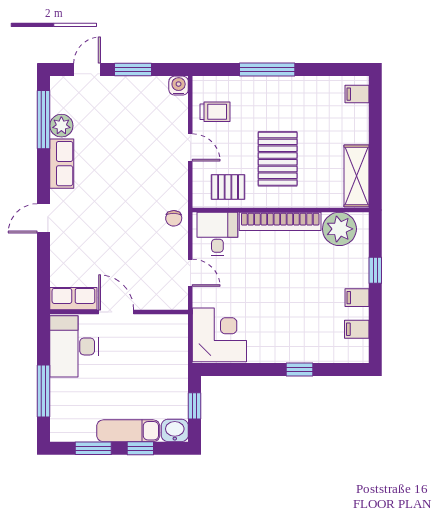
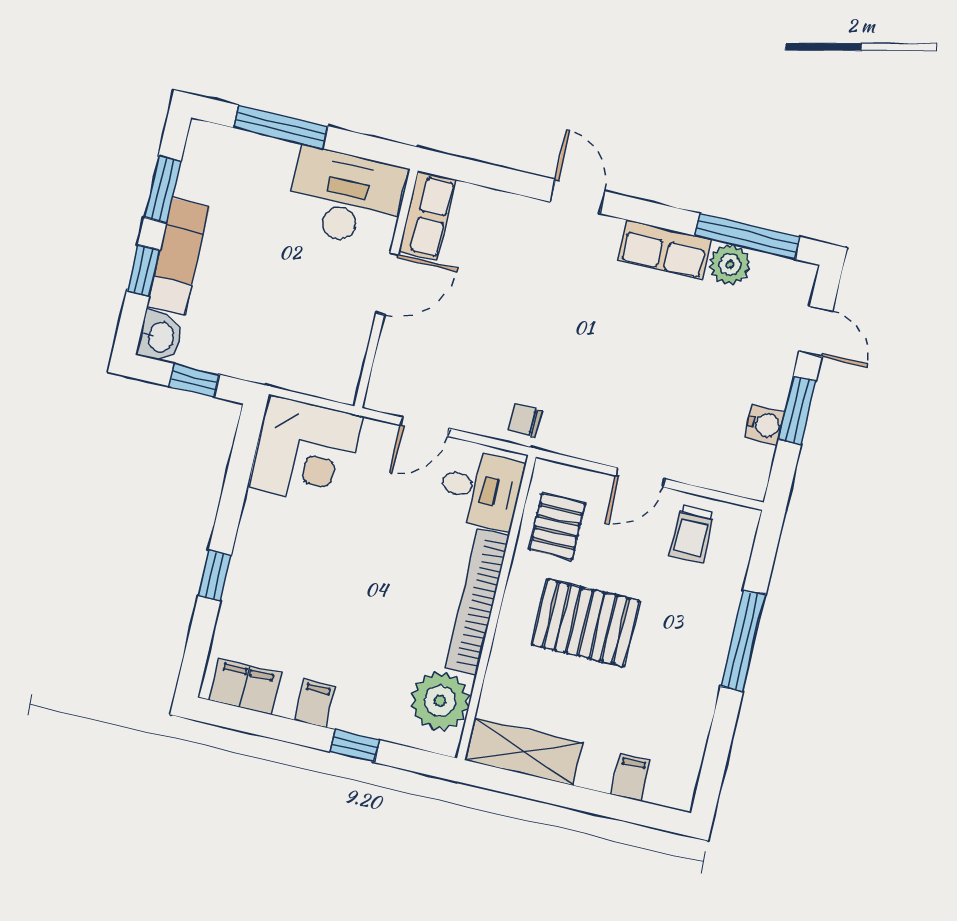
water cooler: (179, 86) -> (765, 425), moved
filing cabinet: (357, 94) -> (631, 778), moved
filing cabinet: (357, 329) -> (245, 687), width x2.00

